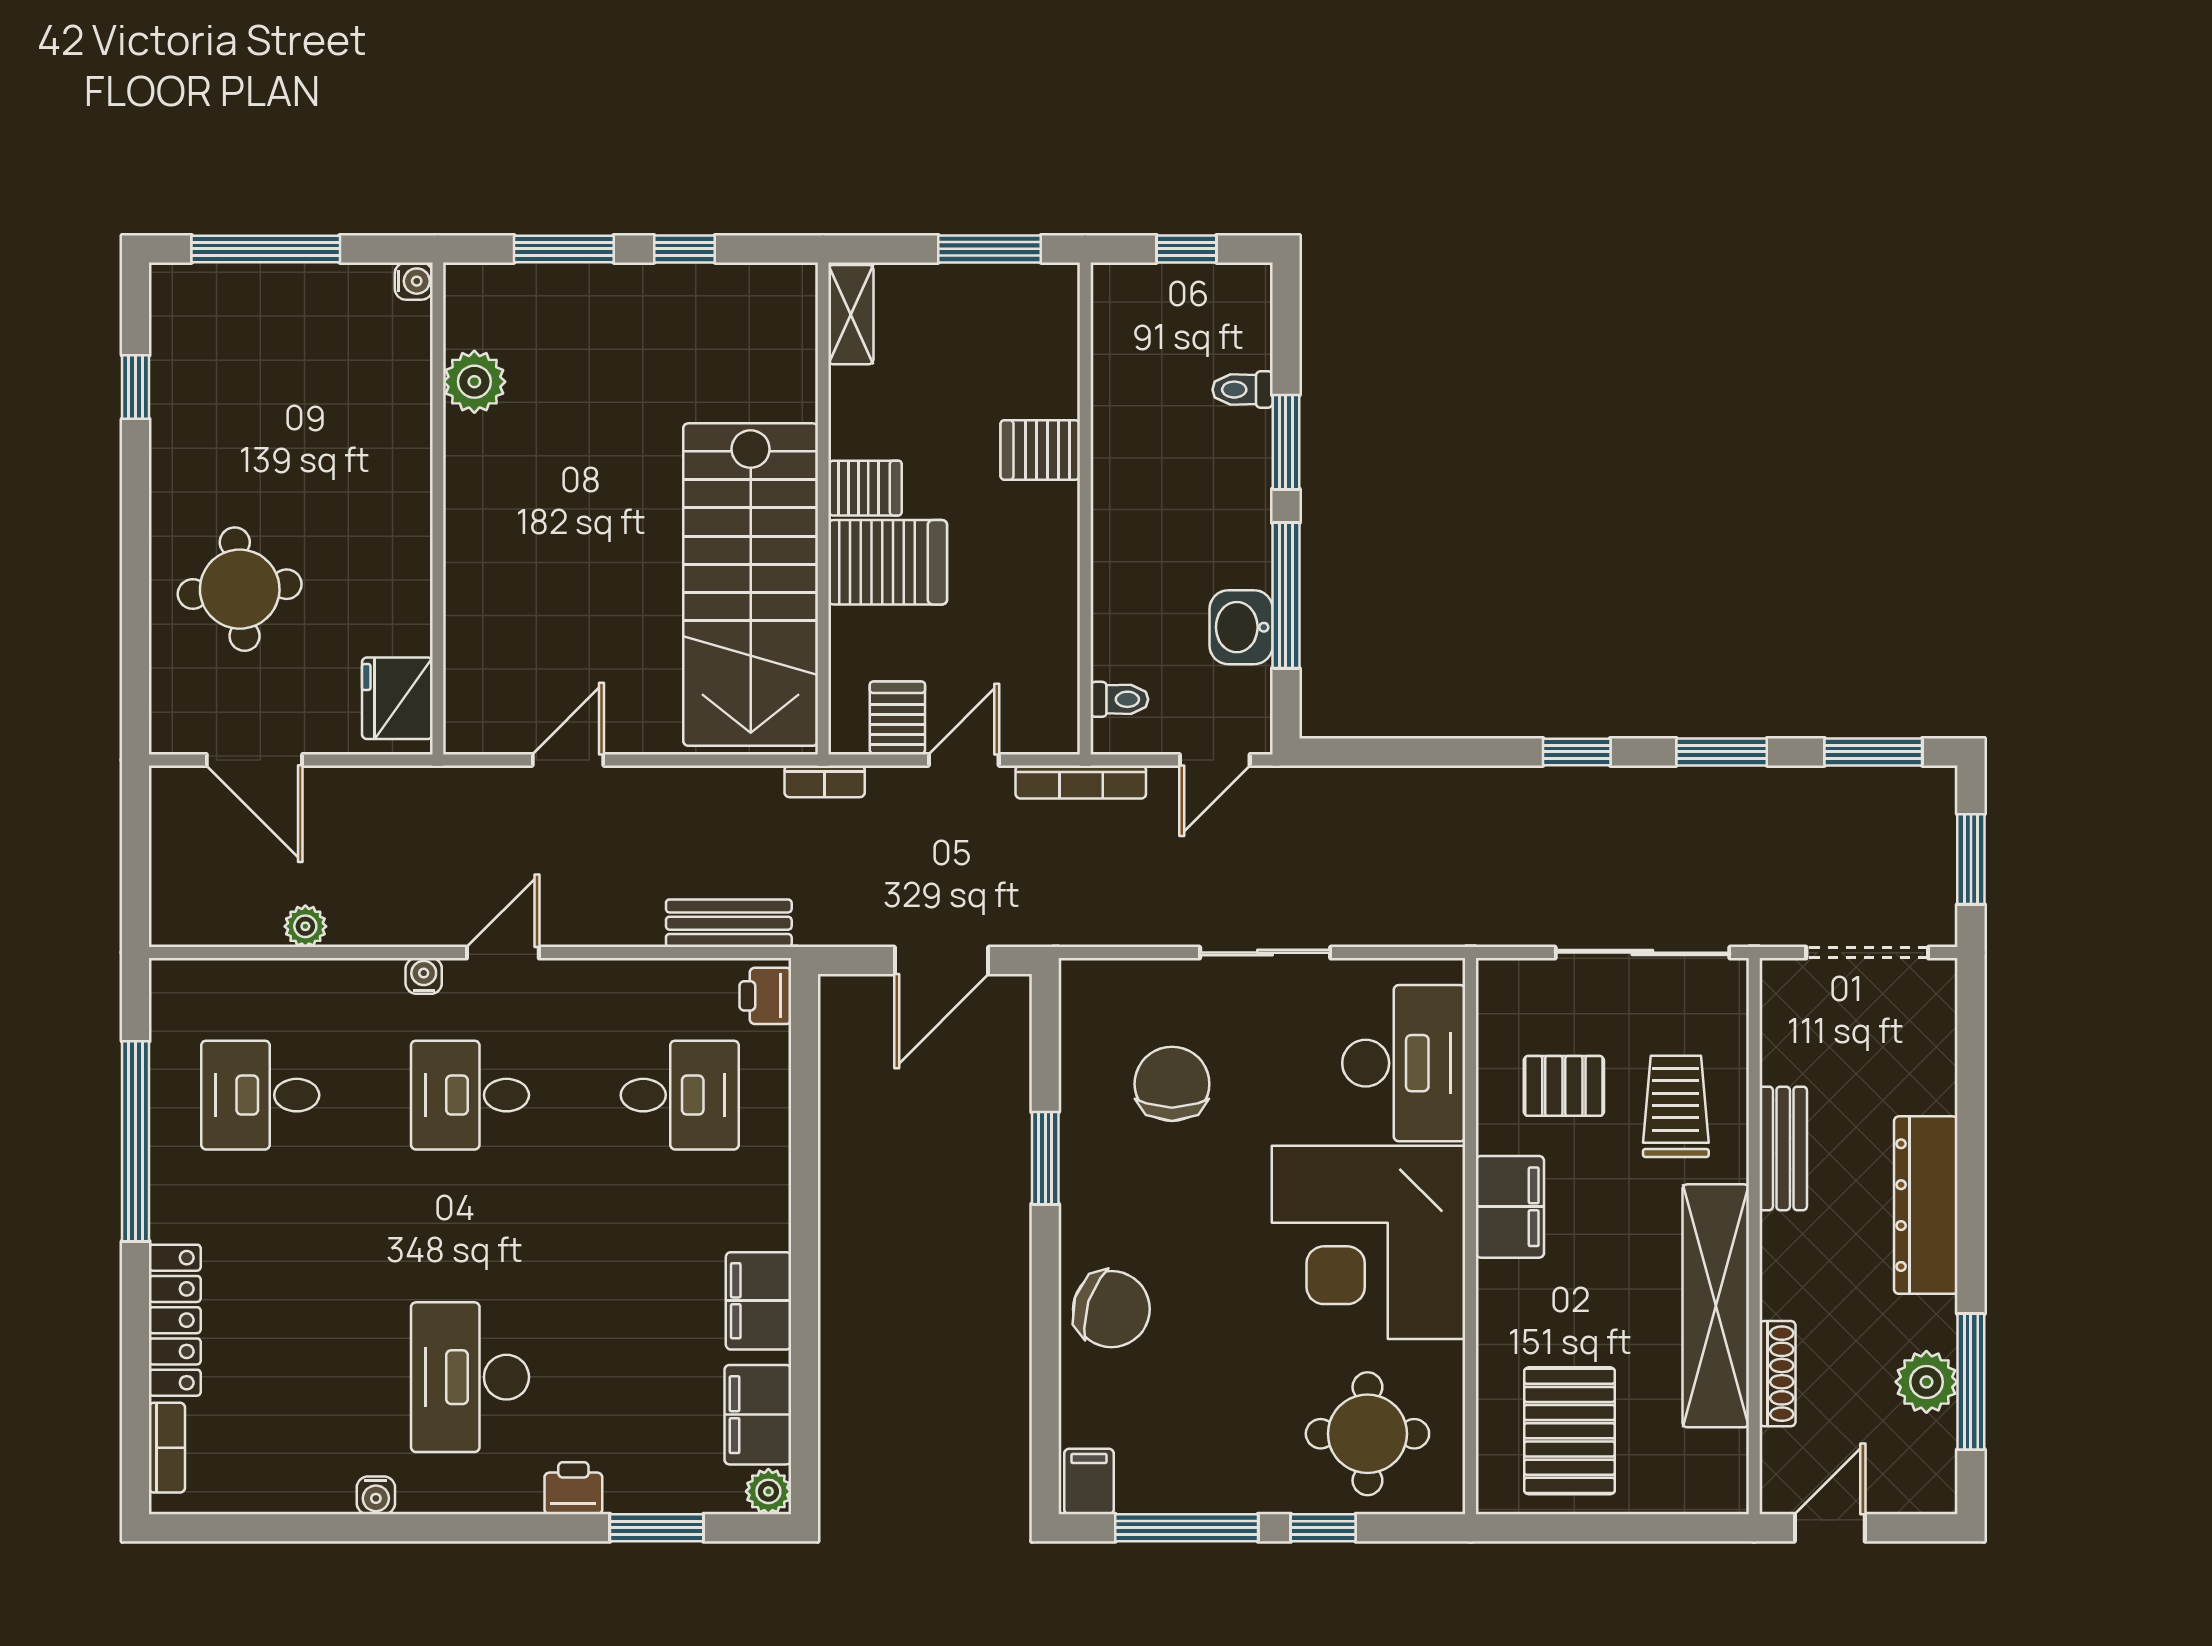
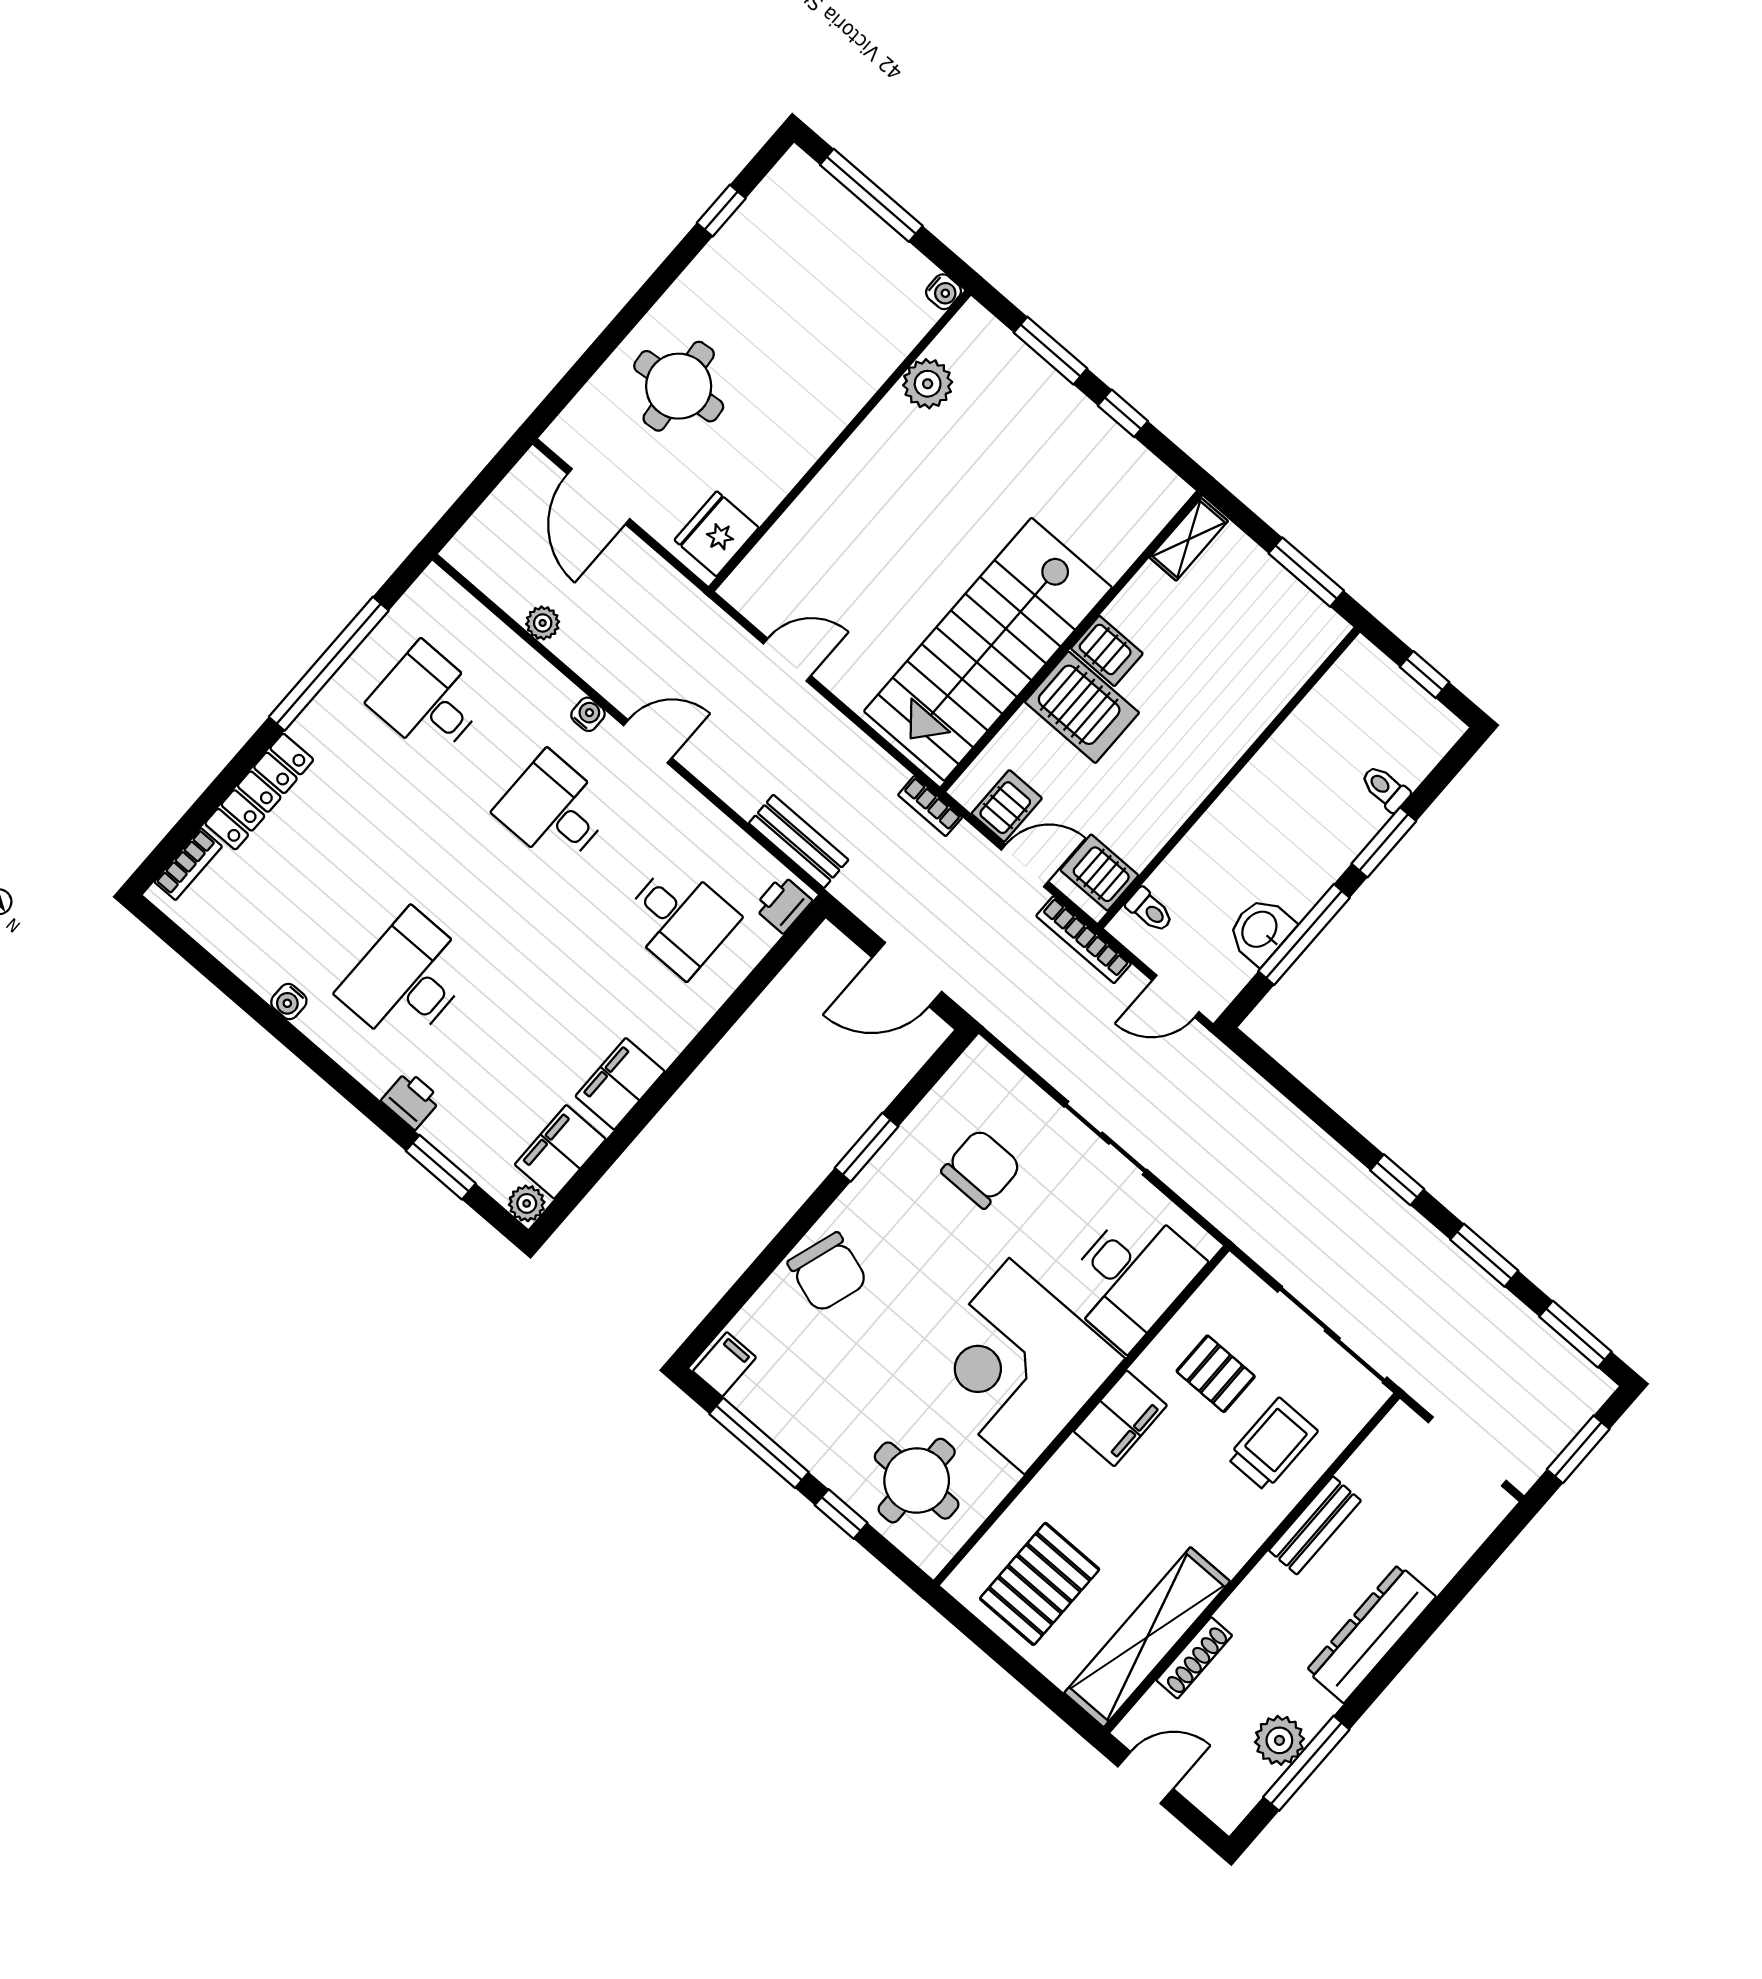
server rack: (1040, 450) -> (1099, 873), moved
shelving: (1716, 1306) -> (1147, 1637), moved

